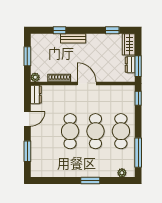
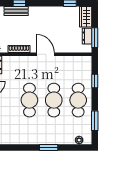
bench: (73, 38) -> (16, 11), moved
window: (138, 98) -> (95, 81), moved
window: (138, 153) -> (95, 121), width x0.69

